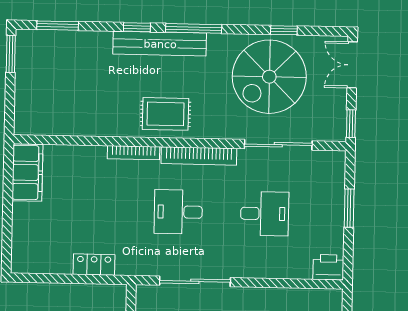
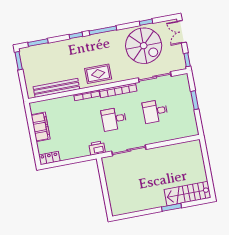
bench: (160, 44) -> (56, 88), moved
spiral stairs: (269, 77) -> (144, 46), turned -90
filing cabinet: (27, 172) -> (41, 127), moved
desk: (265, 214) -> (155, 111), turned 180
locker: (94, 265) -> (49, 158), moved
printer: (328, 267) -> (97, 148), moved

